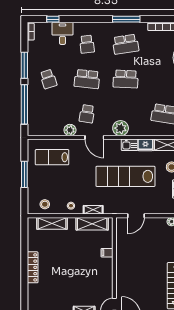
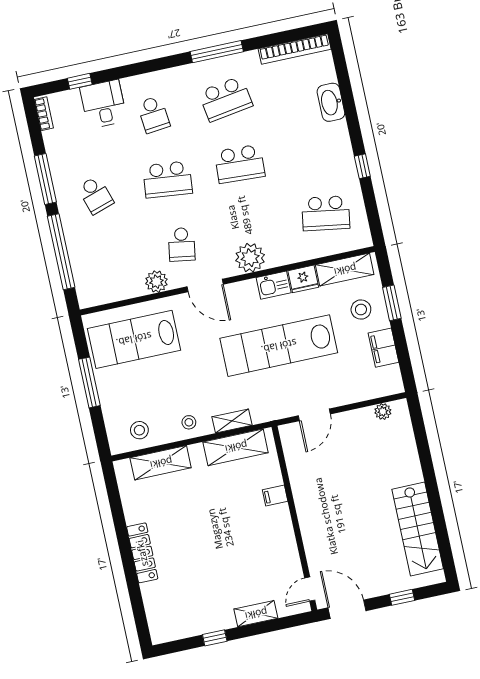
lab bench: (52, 157) -> (134, 339), width x1.36, depth x1.39

